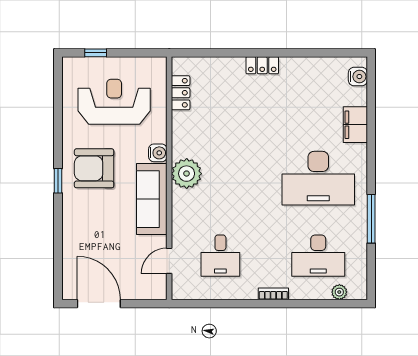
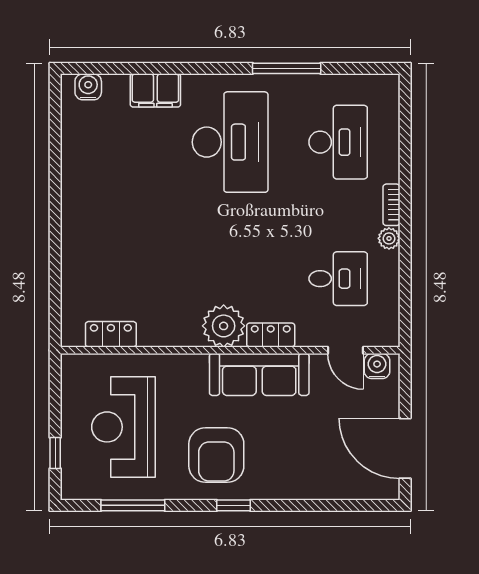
locker: (262, 65) -> (271, 335), moved, turned -90
window: (58, 109) -> (133, 505), added
water cooler: (158, 153) -> (377, 366), moved
plant: (339, 292) -> (389, 238), moved
door: (99, 304) -> (405, 448), hinge flipped

